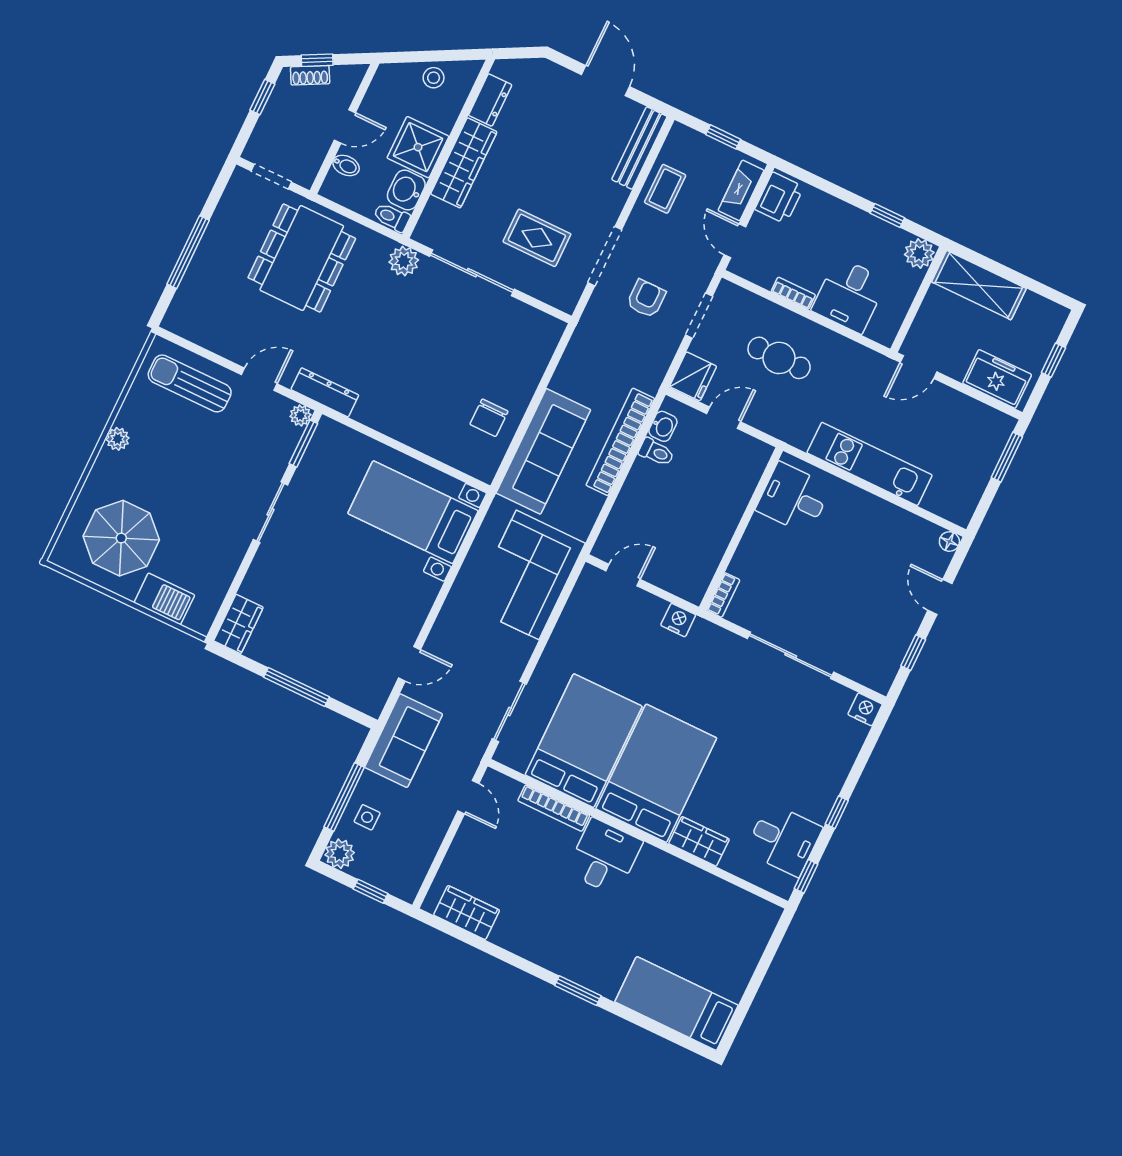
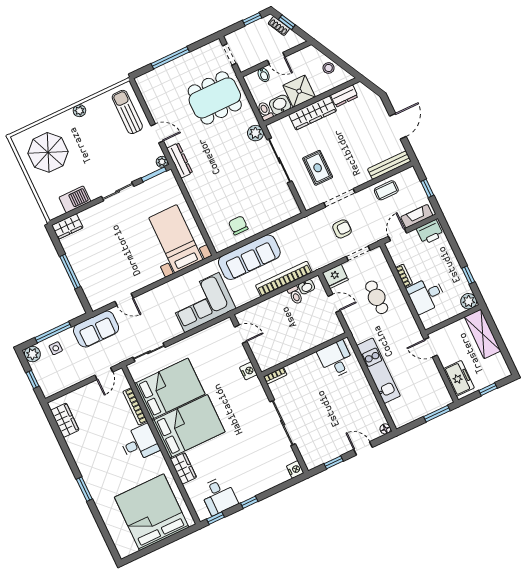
chair: (489, 418) -> (238, 225), turned 90
door: (940, 597) -> (363, 448), hinge flipped
barbecue: (164, 599) -> (75, 199), moved, turned -90
bed: (676, 1003) -> (152, 512), moved, width x2.04

